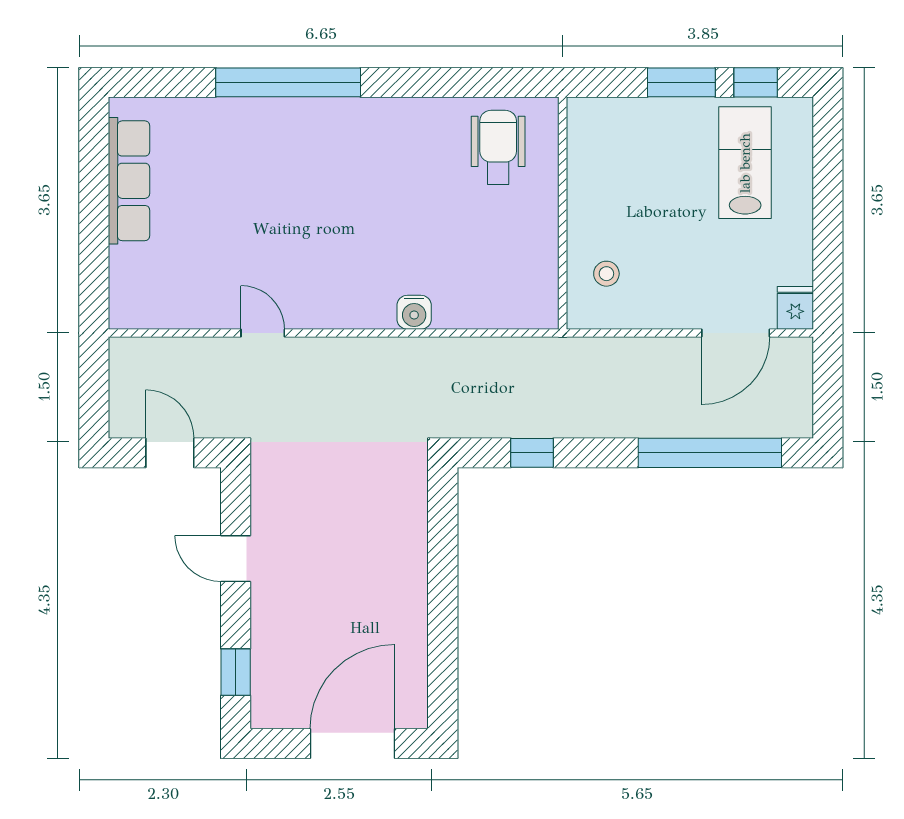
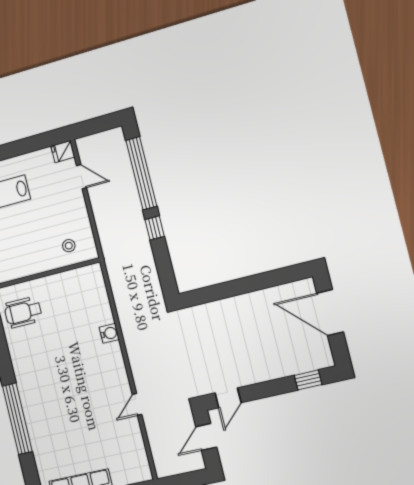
door: (736, 333) -> (81, 177), width x0.73
window: (532, 453) -> (155, 228), moved
door: (236, 559) -> (228, 398), moved

